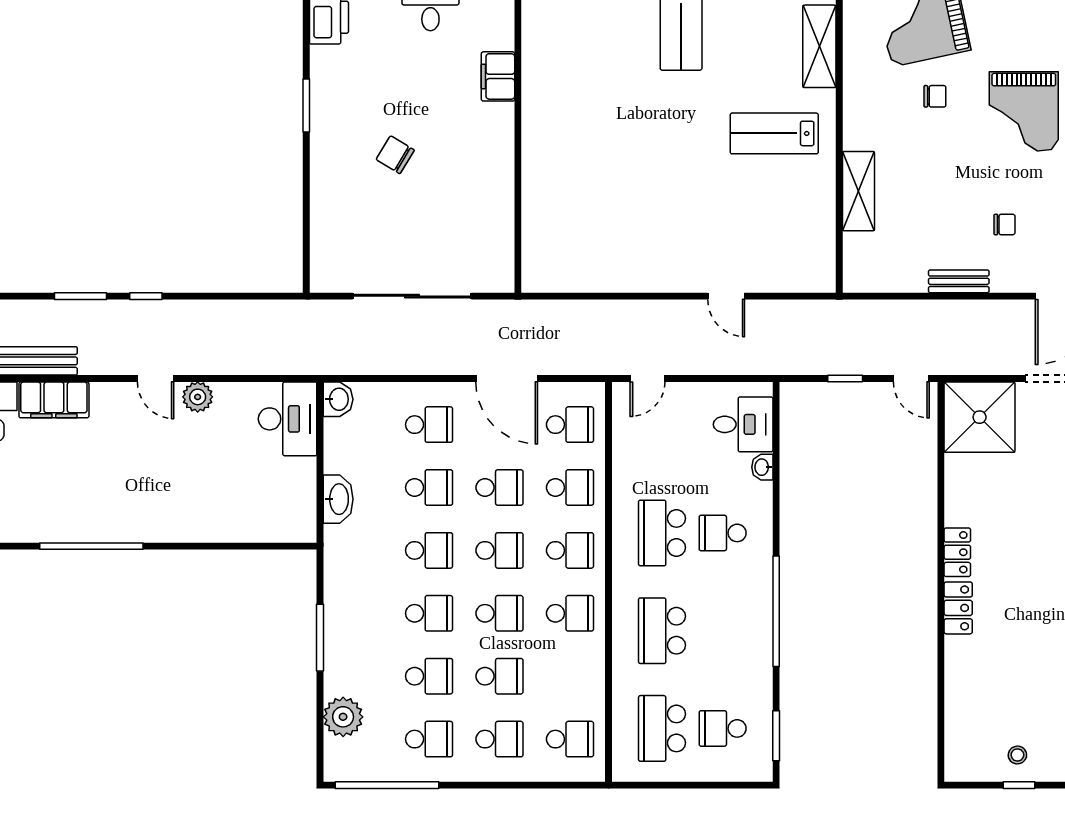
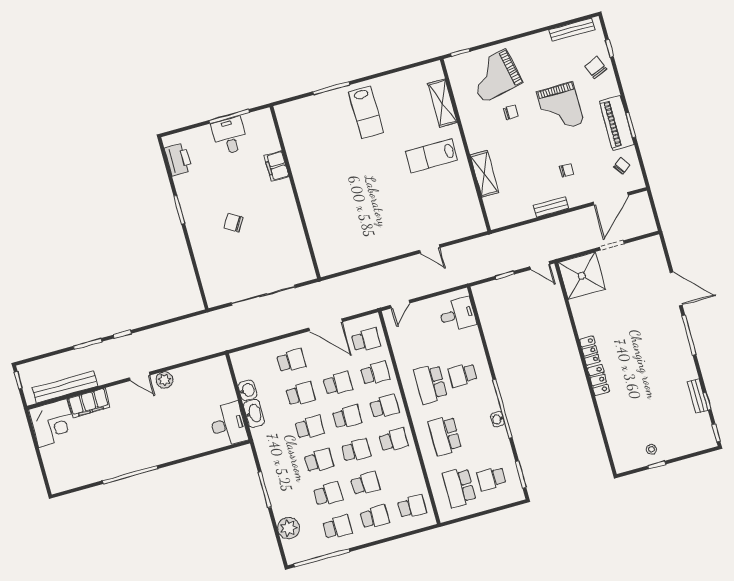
washbasin: (338, 399) -> (247, 390), moved
desk: (288, 419) -> (228, 424), moved
washbasin: (762, 467) -> (497, 419), moved

